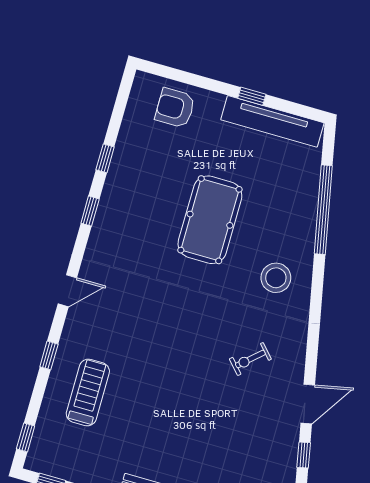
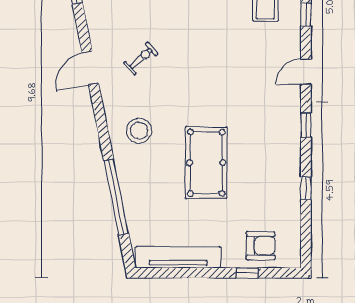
window: (252, 96) -> (247, 273), moved
window: (90, 211) -> (306, 125), moved
door: (308, 404) -> (90, 68), moved

